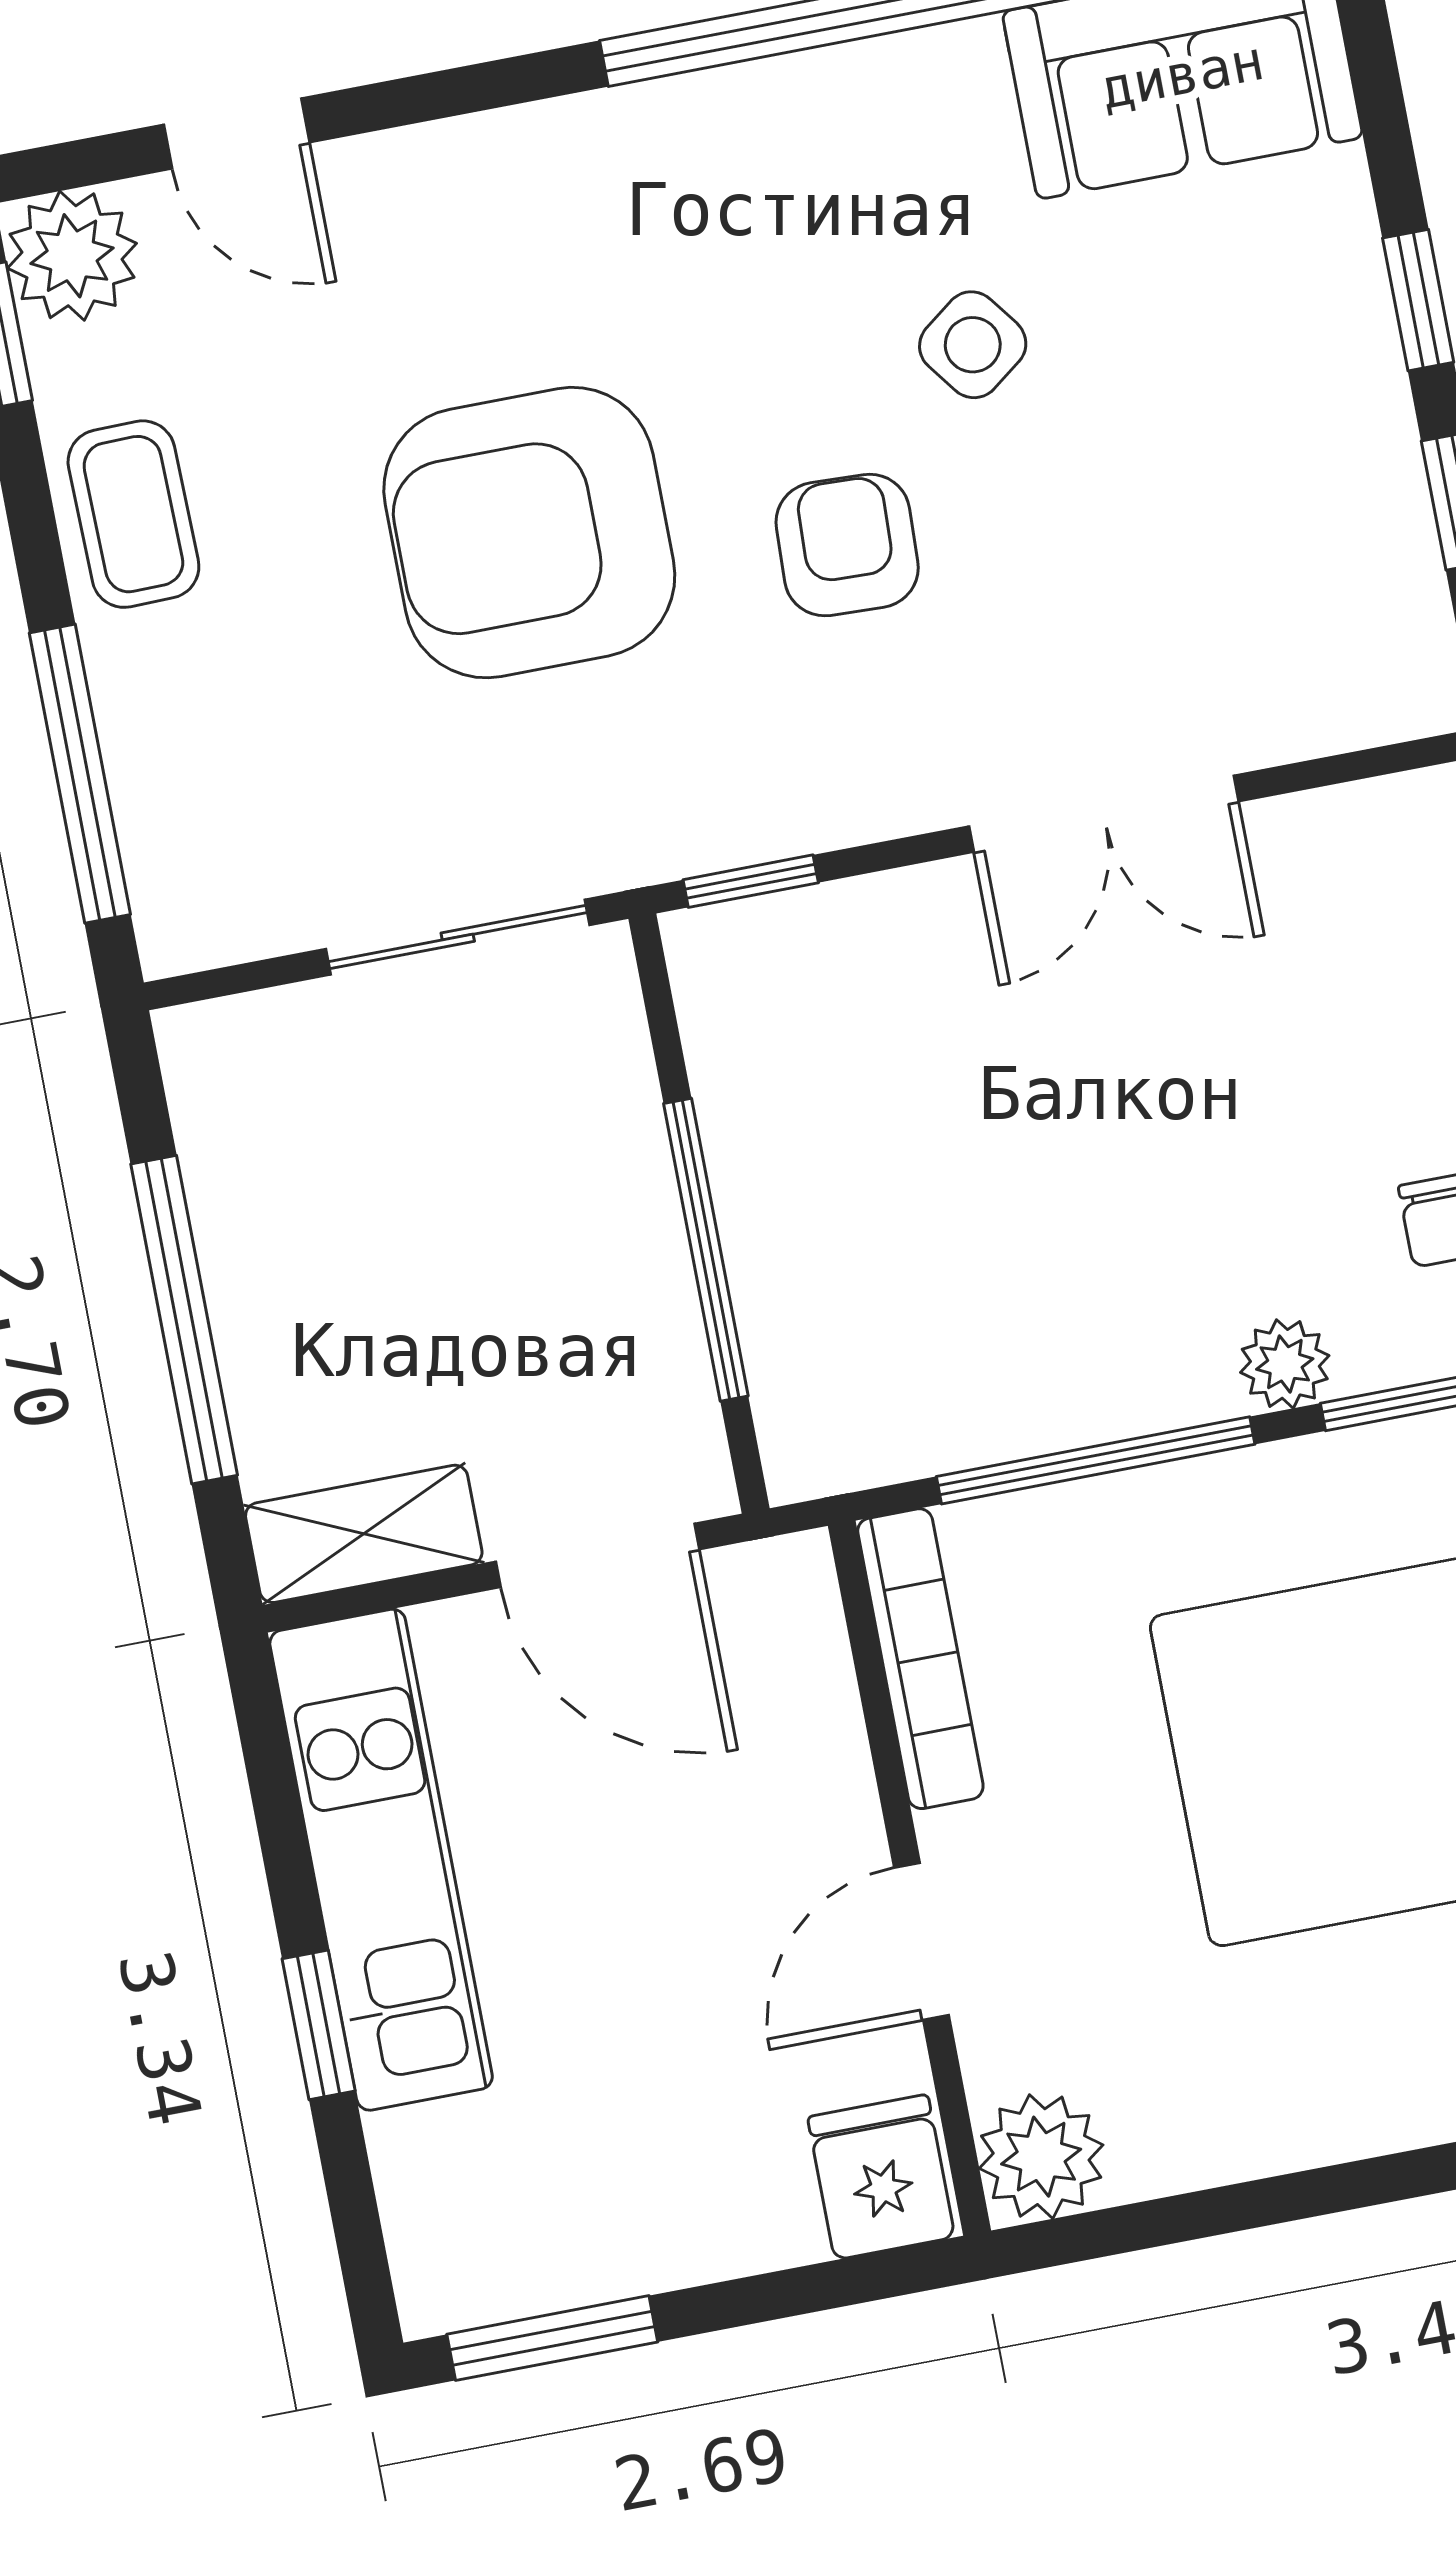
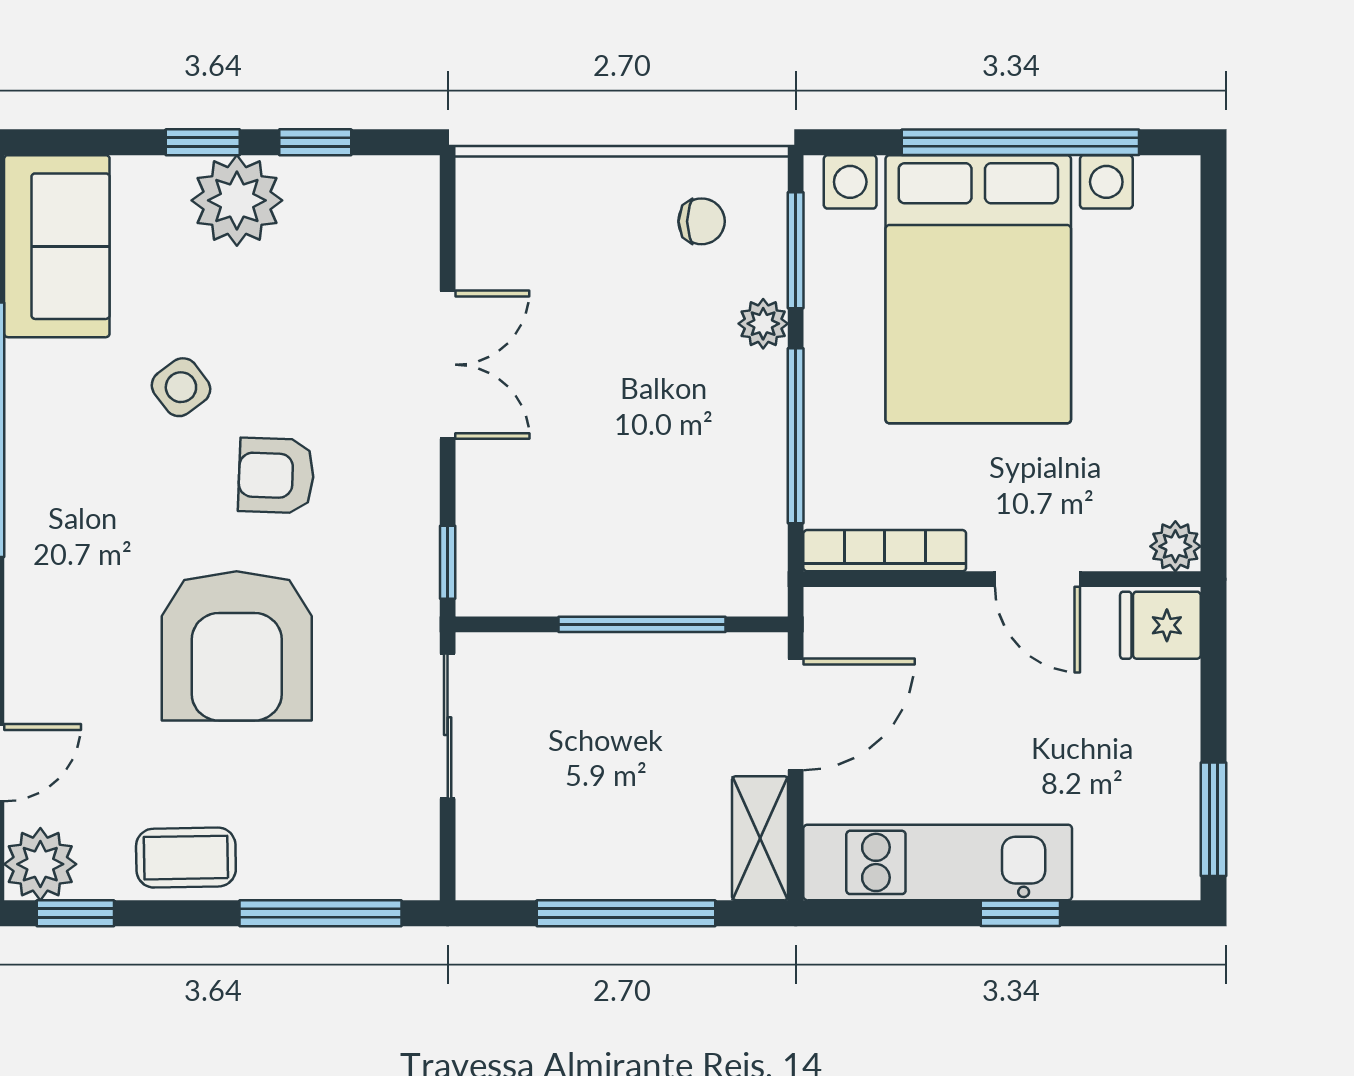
plant: (1326, 381) -> (237, 200), added
plant: (1041, 2157) -> (1175, 546), width x0.73, depth x0.73

